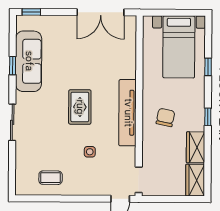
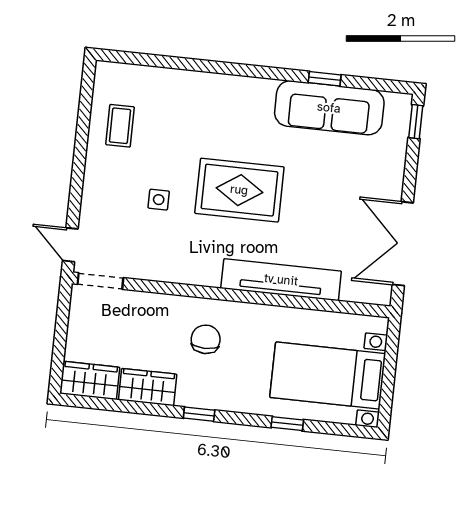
rug: (80, 107) -> (239, 190), width x1.36, depth x1.43
tv unit: (128, 113) -> (281, 280), moved
chair: (165, 117) -> (206, 339), turned -102
sliding door: (12, 122) -> (225, 68), removed

